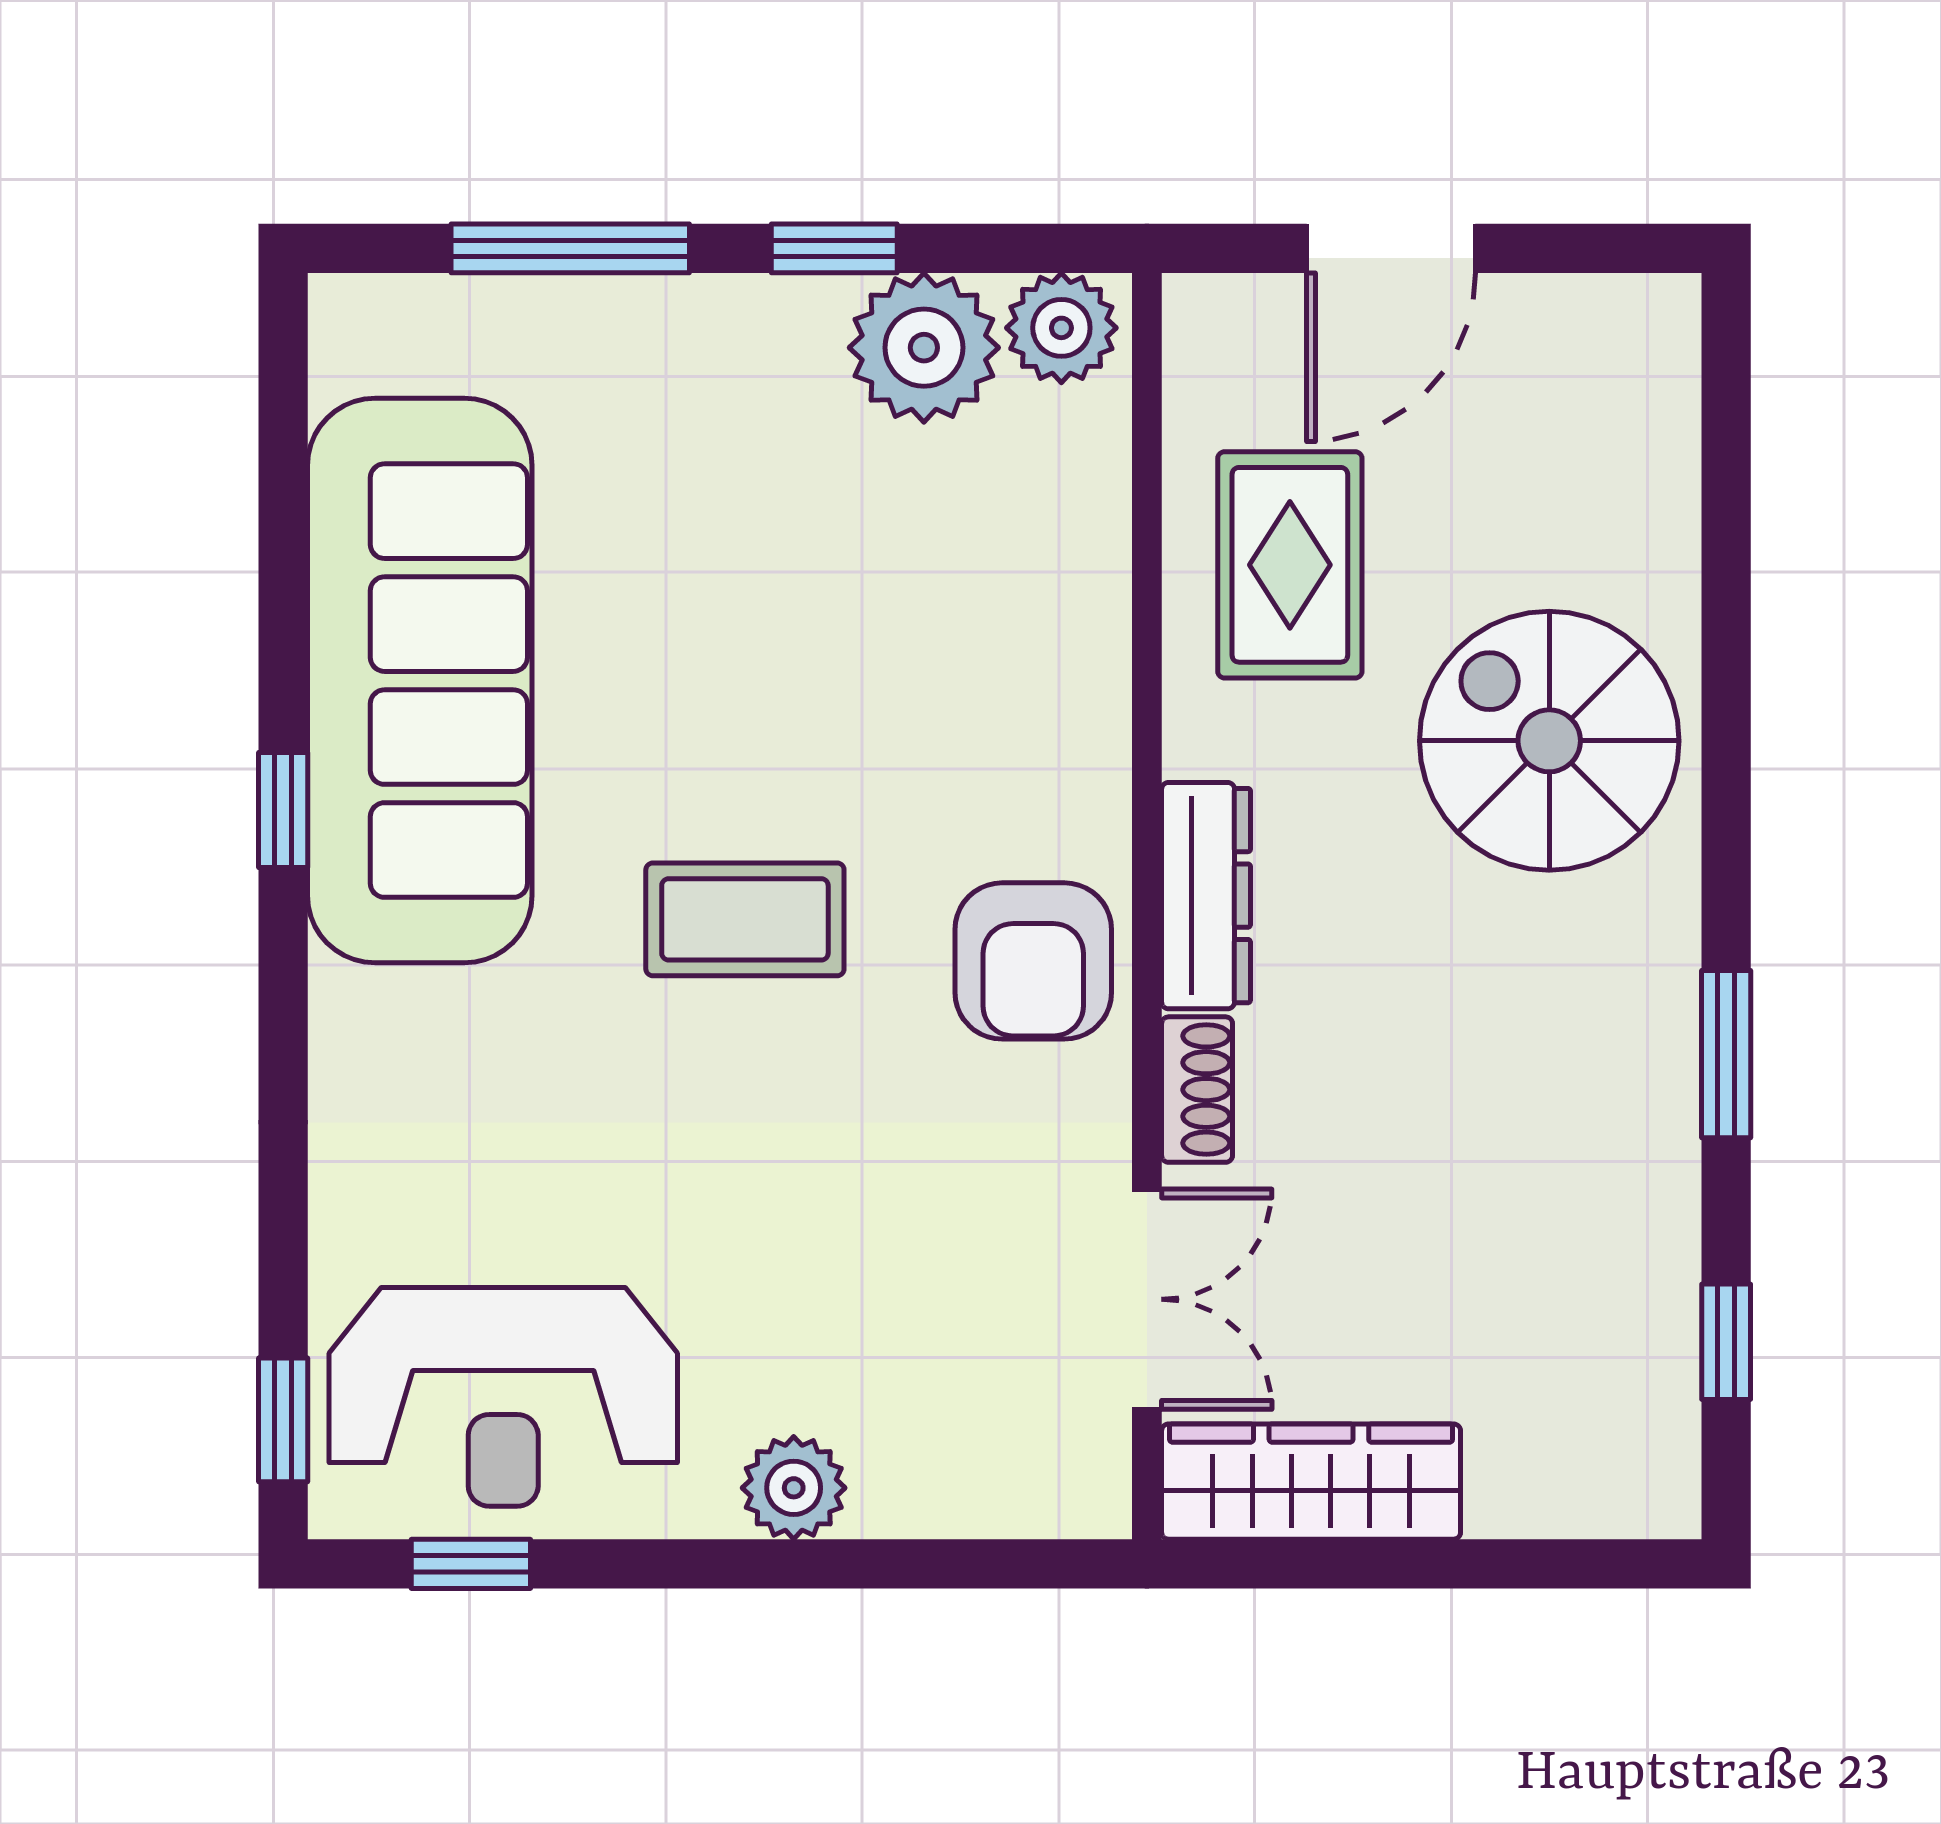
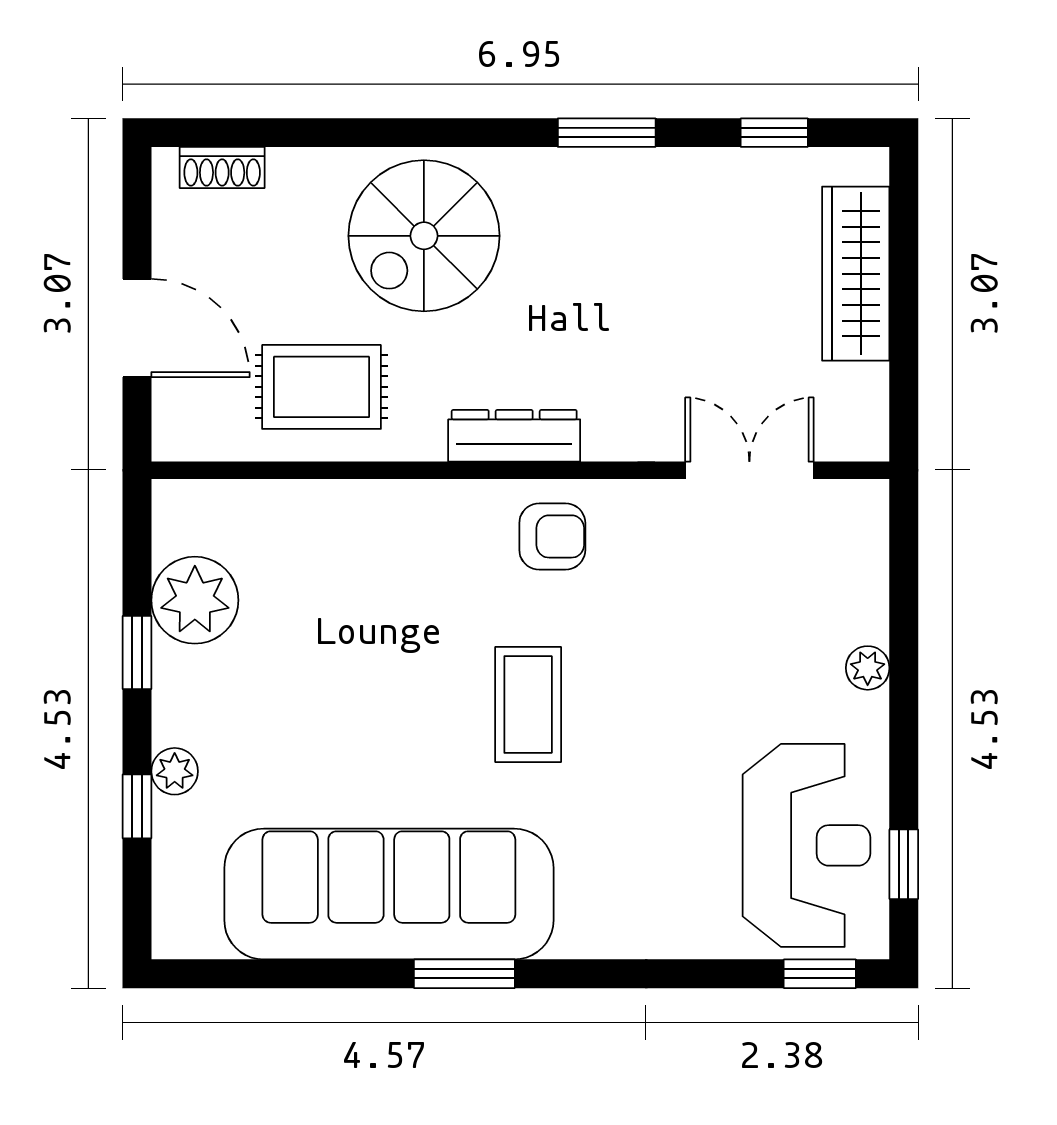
window: (570, 248) -> (137, 806), width x0.46
plant: (1061, 328) -> (175, 771), moved, width x0.73, depth x0.73
window: (283, 810) -> (464, 974), width x1.50
armchair: (1033, 961) -> (552, 536), width x0.72, depth x0.72
shoe rack: (1197, 1090) -> (222, 168), moved, turned 180
wardrobe: (1311, 1482) -> (856, 274), moved
plant: (794, 1488) -> (868, 668), width x0.73, depth x0.73

